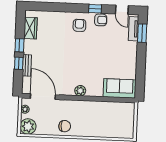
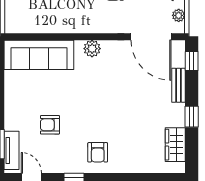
armchair: (101, 20) -> (50, 125), moved
window: (19, 63) -> (192, 61), moved
sofa: (120, 88) -> (39, 55), width x1.36

